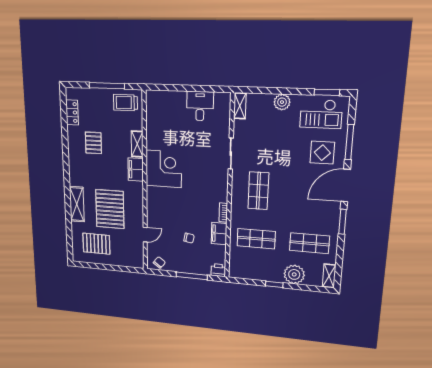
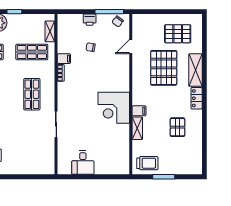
window: (107, 86) -> (164, 177), width x0.69
plant: (282, 102) -> (16, 168), removed
shelving: (240, 106) -> (50, 31), moved
locker: (72, 112) -> (197, 98), moved
filing cabinet: (136, 169) -> (139, 111), width x0.50
filing cabinet: (219, 234) -> (64, 59), width x0.50
printer: (218, 270) -> (90, 20), moved
window: (192, 276) -> (109, 12), moved

